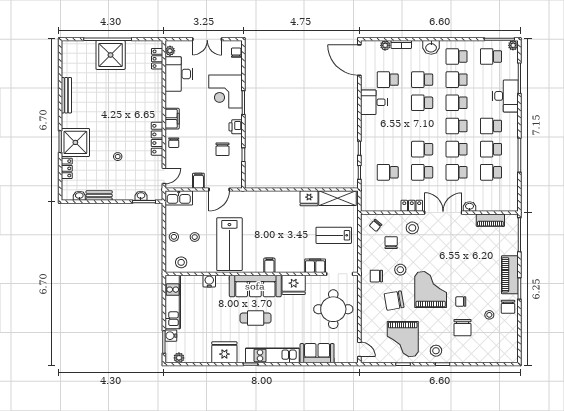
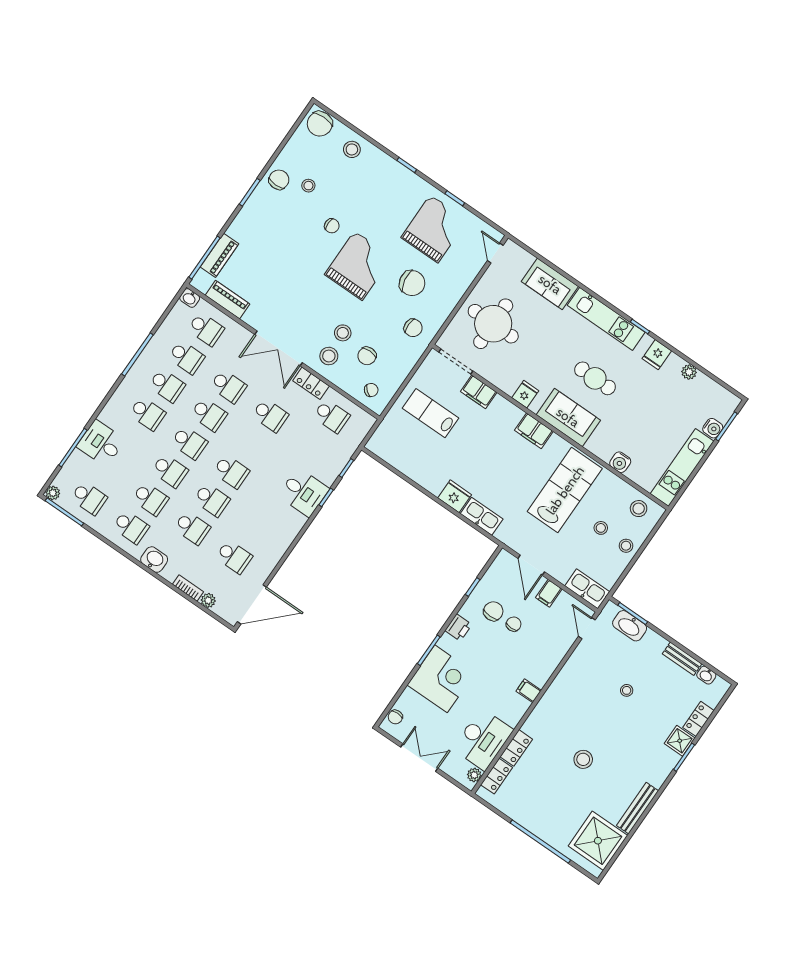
shower: (111, 55) -> (598, 841), moved
door: (359, 60) -> (252, 604), hinge flipped
desk: (505, 96) -> (101, 443), width x0.73
stool: (115, 101) -> (583, 759), added
desk: (374, 102) -> (304, 492), moved
filing cabinet: (172, 119) -> (529, 691), width x0.50
locker: (157, 139) -> (516, 748), moved, width x0.66
shower: (75, 142) -> (680, 741), width x0.54, depth x0.54
chair: (174, 143) -> (514, 624), moved
school desk: (422, 149) -> (231, 472), moved
school desk: (388, 172) -> (331, 416), moved
door: (164, 176) -> (587, 628), hinge flipped
door: (219, 190) -> (531, 565), swing flipped
washbasin: (141, 196) -> (630, 626), width x1.91, depth x1.45
school desk: (491, 196) -> (206, 329), added
kitchen sink: (266, 198) -> (482, 516), added
fridge: (309, 198) -> (455, 496), moved
shelving: (337, 198) -> (395, 455), removed
washbasin: (470, 207) -> (190, 298), moved
lab bench: (334, 235) -> (431, 413), turned 180
filing cabinet: (269, 265) -> (534, 431), width x2.00
stool: (400, 270) -> (343, 333), moved
piano: (510, 275) -> (219, 255), moved, width x0.73, depth x0.75
fridge: (294, 285) -> (525, 394), width x0.53, depth x0.75
sofa: (255, 286) -> (568, 417), width x0.73
grand piano: (431, 290) -> (358, 266), turned 180
chair: (463, 328) -> (320, 124), moved, turned 180
stool: (436, 351) -> (352, 149), moved
fridge: (224, 352) -> (657, 355), width x0.53, depth x0.75
plant: (179, 358) -> (689, 372), moved

